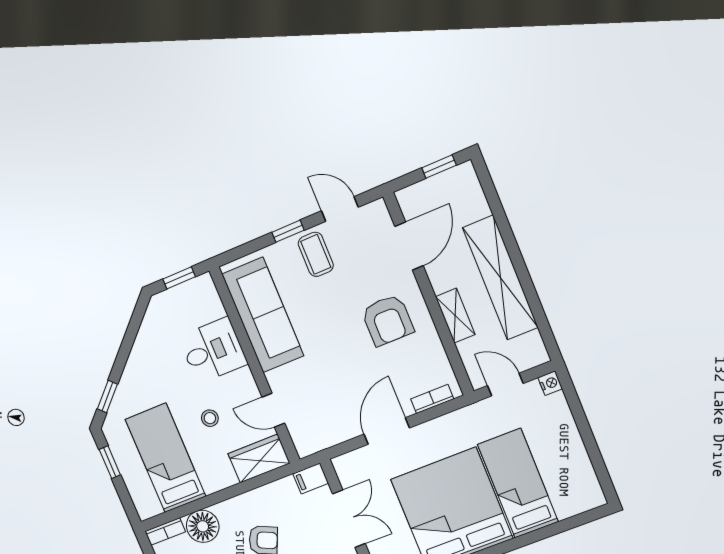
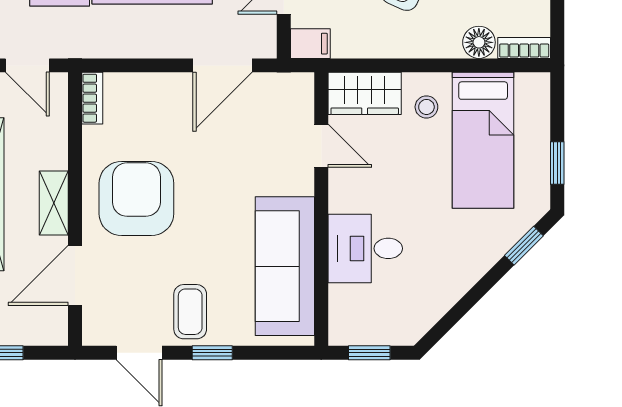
shelving: (455, 316) -> (54, 203), moved
armchair: (388, 320) -> (136, 198), width x1.36, depth x1.36
bookcase: (432, 399) -> (92, 98), moved, turned -90
stool: (210, 418) -> (426, 107), moved
door: (387, 431) -> (223, 65), moved
floor lamp: (203, 526) -> (479, 42), width x0.73, depth x0.73

